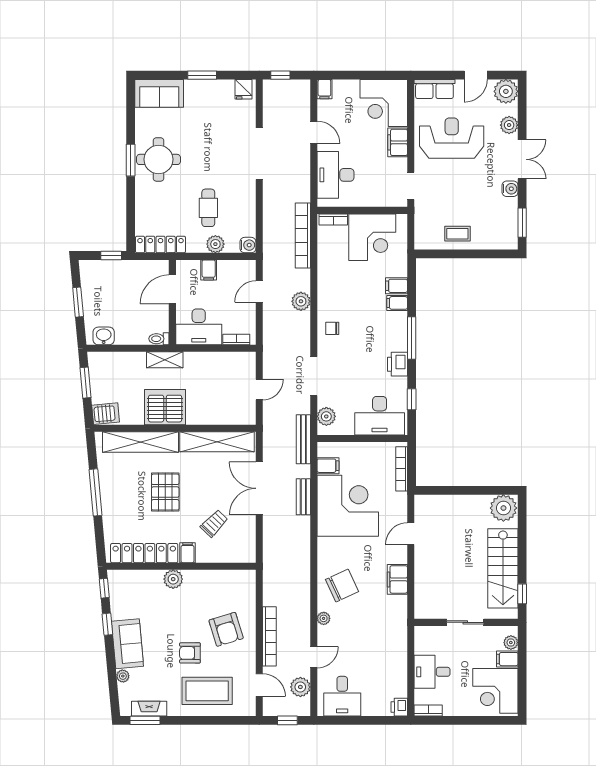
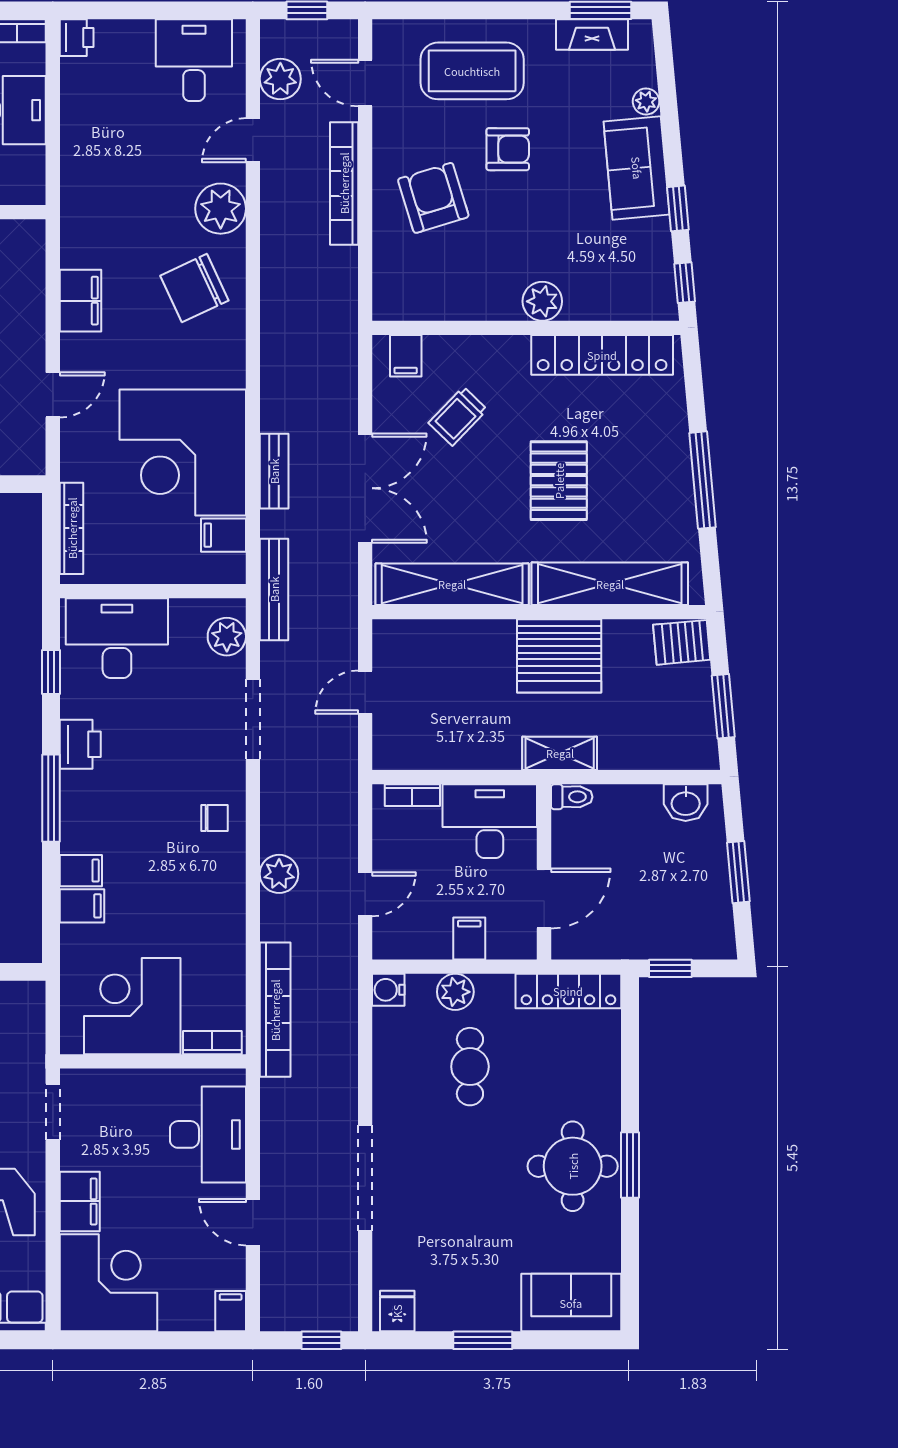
filing cabinet: (187, 553) -> (406, 356), moved
plant: (324, 618) -> (221, 209), width x1.88, depth x1.88

